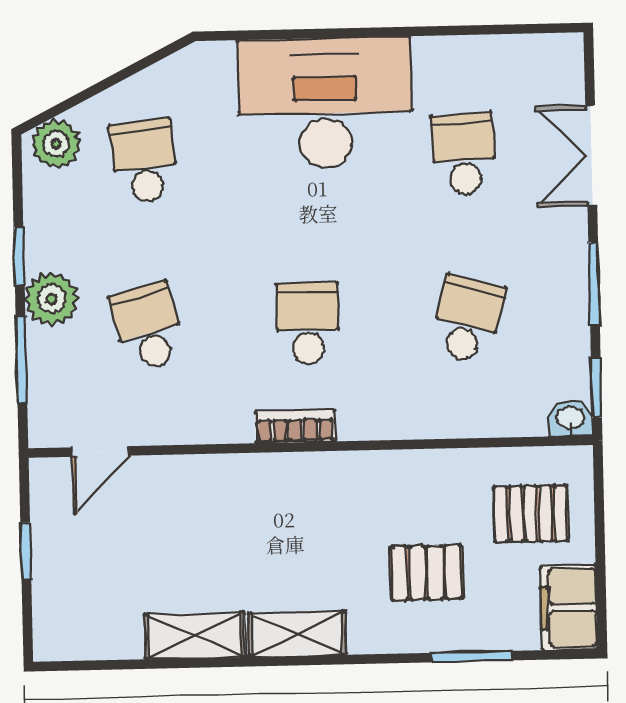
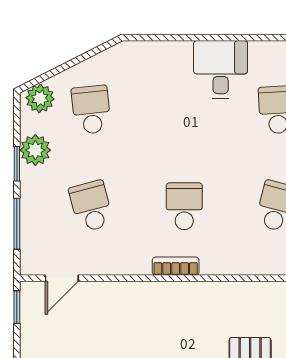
desk: (325, 103) -> (221, 69), width x0.53, depth x0.77
plant: (52, 299) -> (35, 150), moved
window: (26, 551) -> (17, 307), moved

